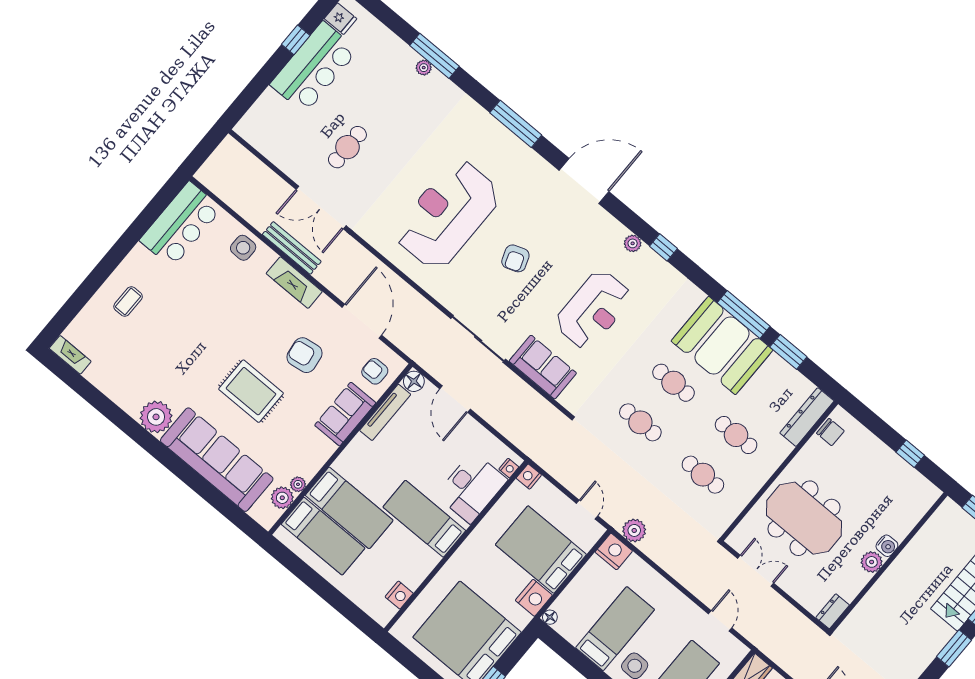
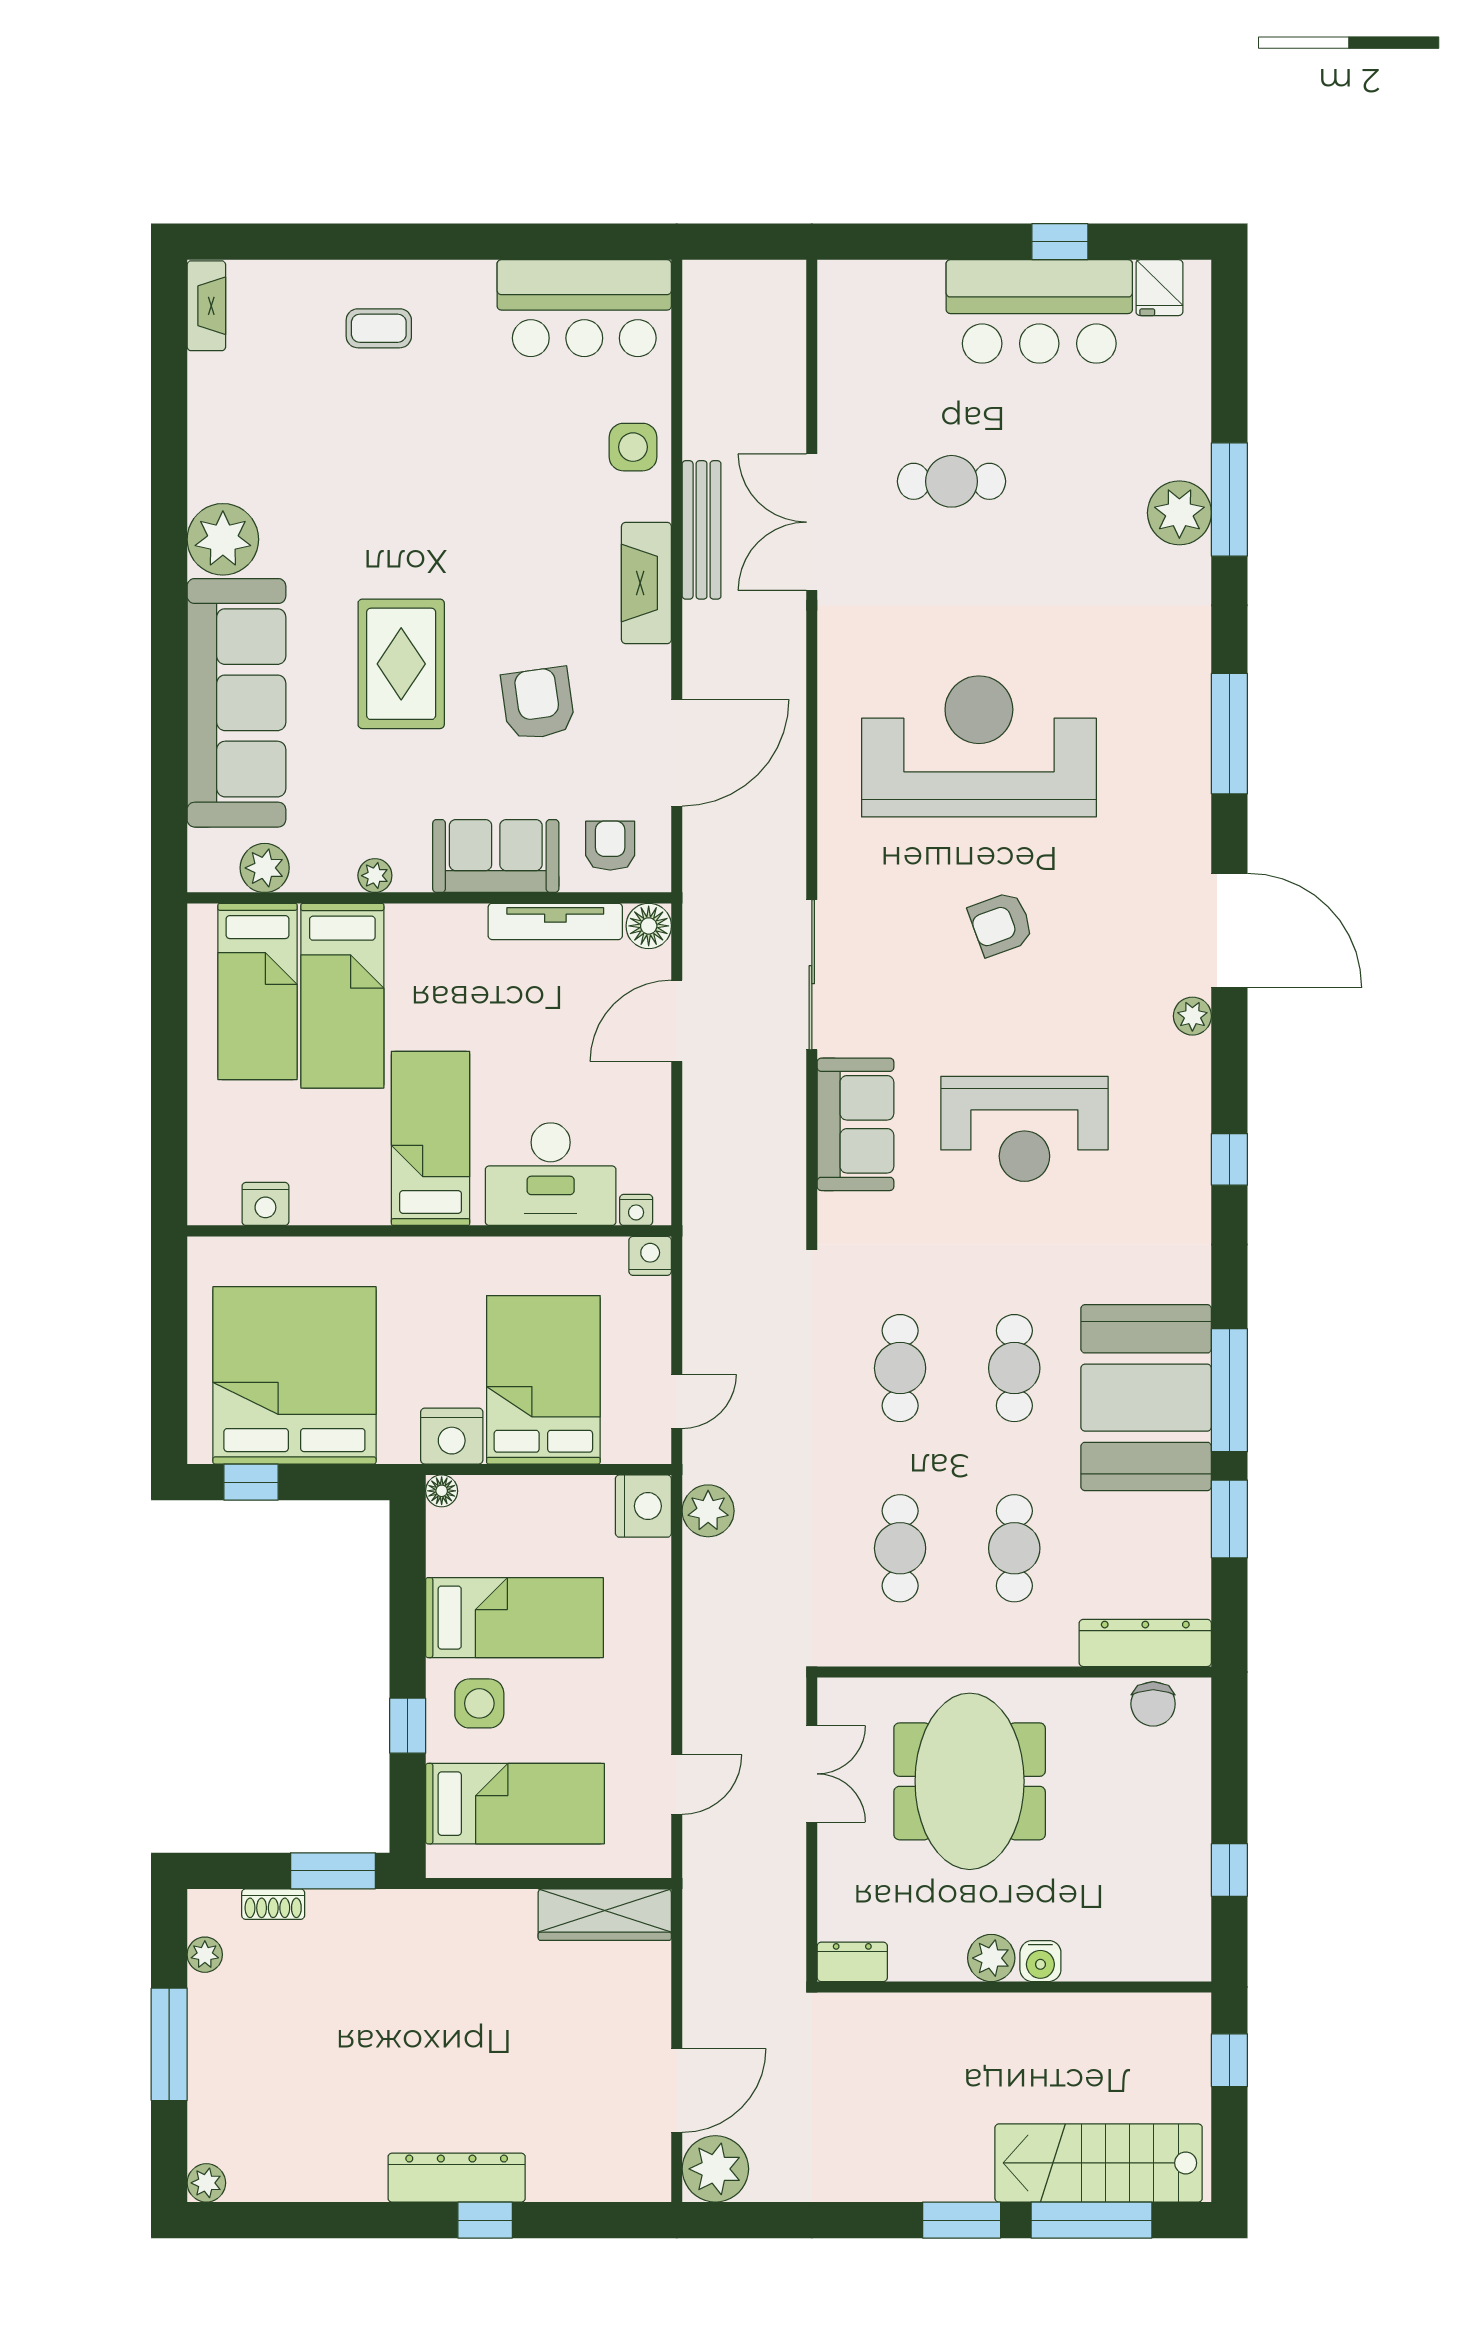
plant: (424, 68) -> (1179, 513), width x1.88, depth x1.88
plant: (633, 243) -> (1192, 1016), moved
plant: (298, 484) -> (375, 876), moved

